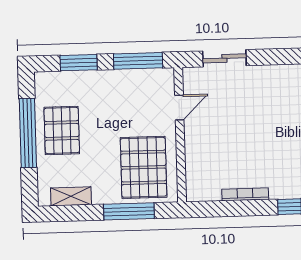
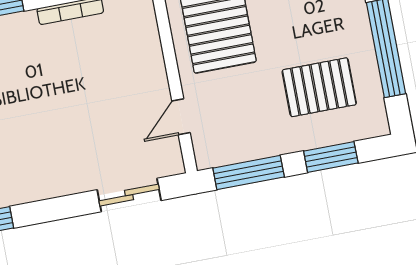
pallet: (62, 130) -> (319, 87), moved, turned 90

